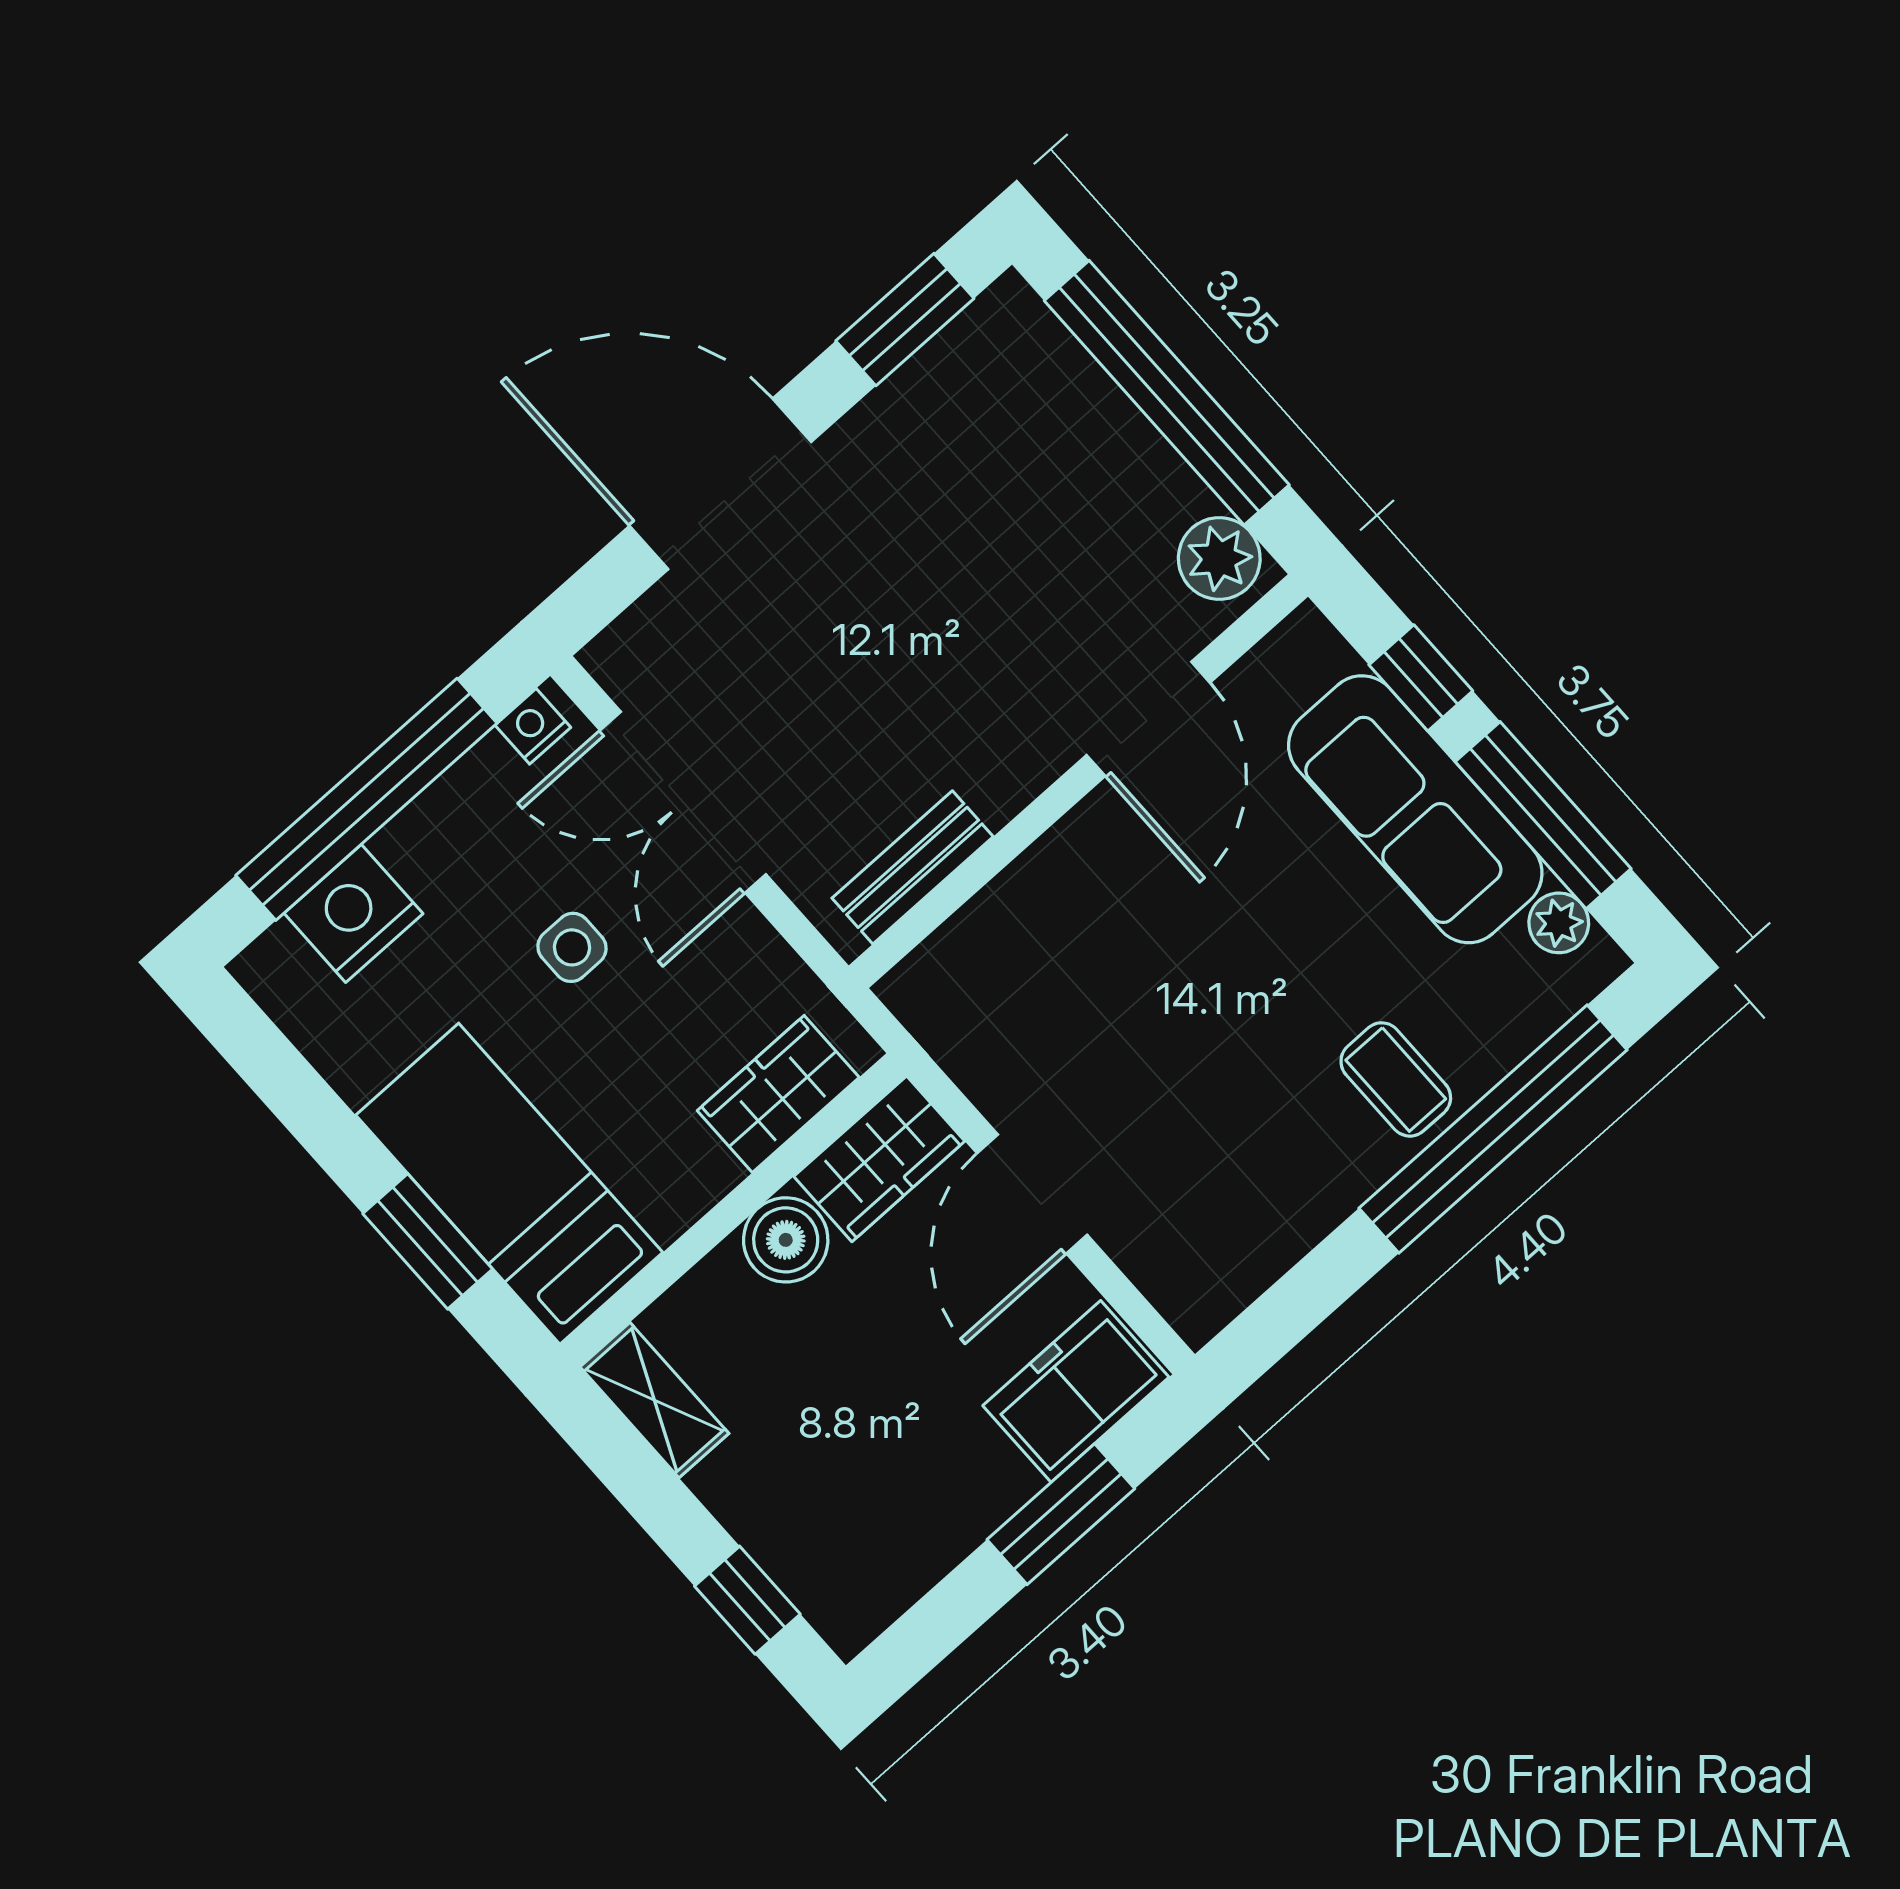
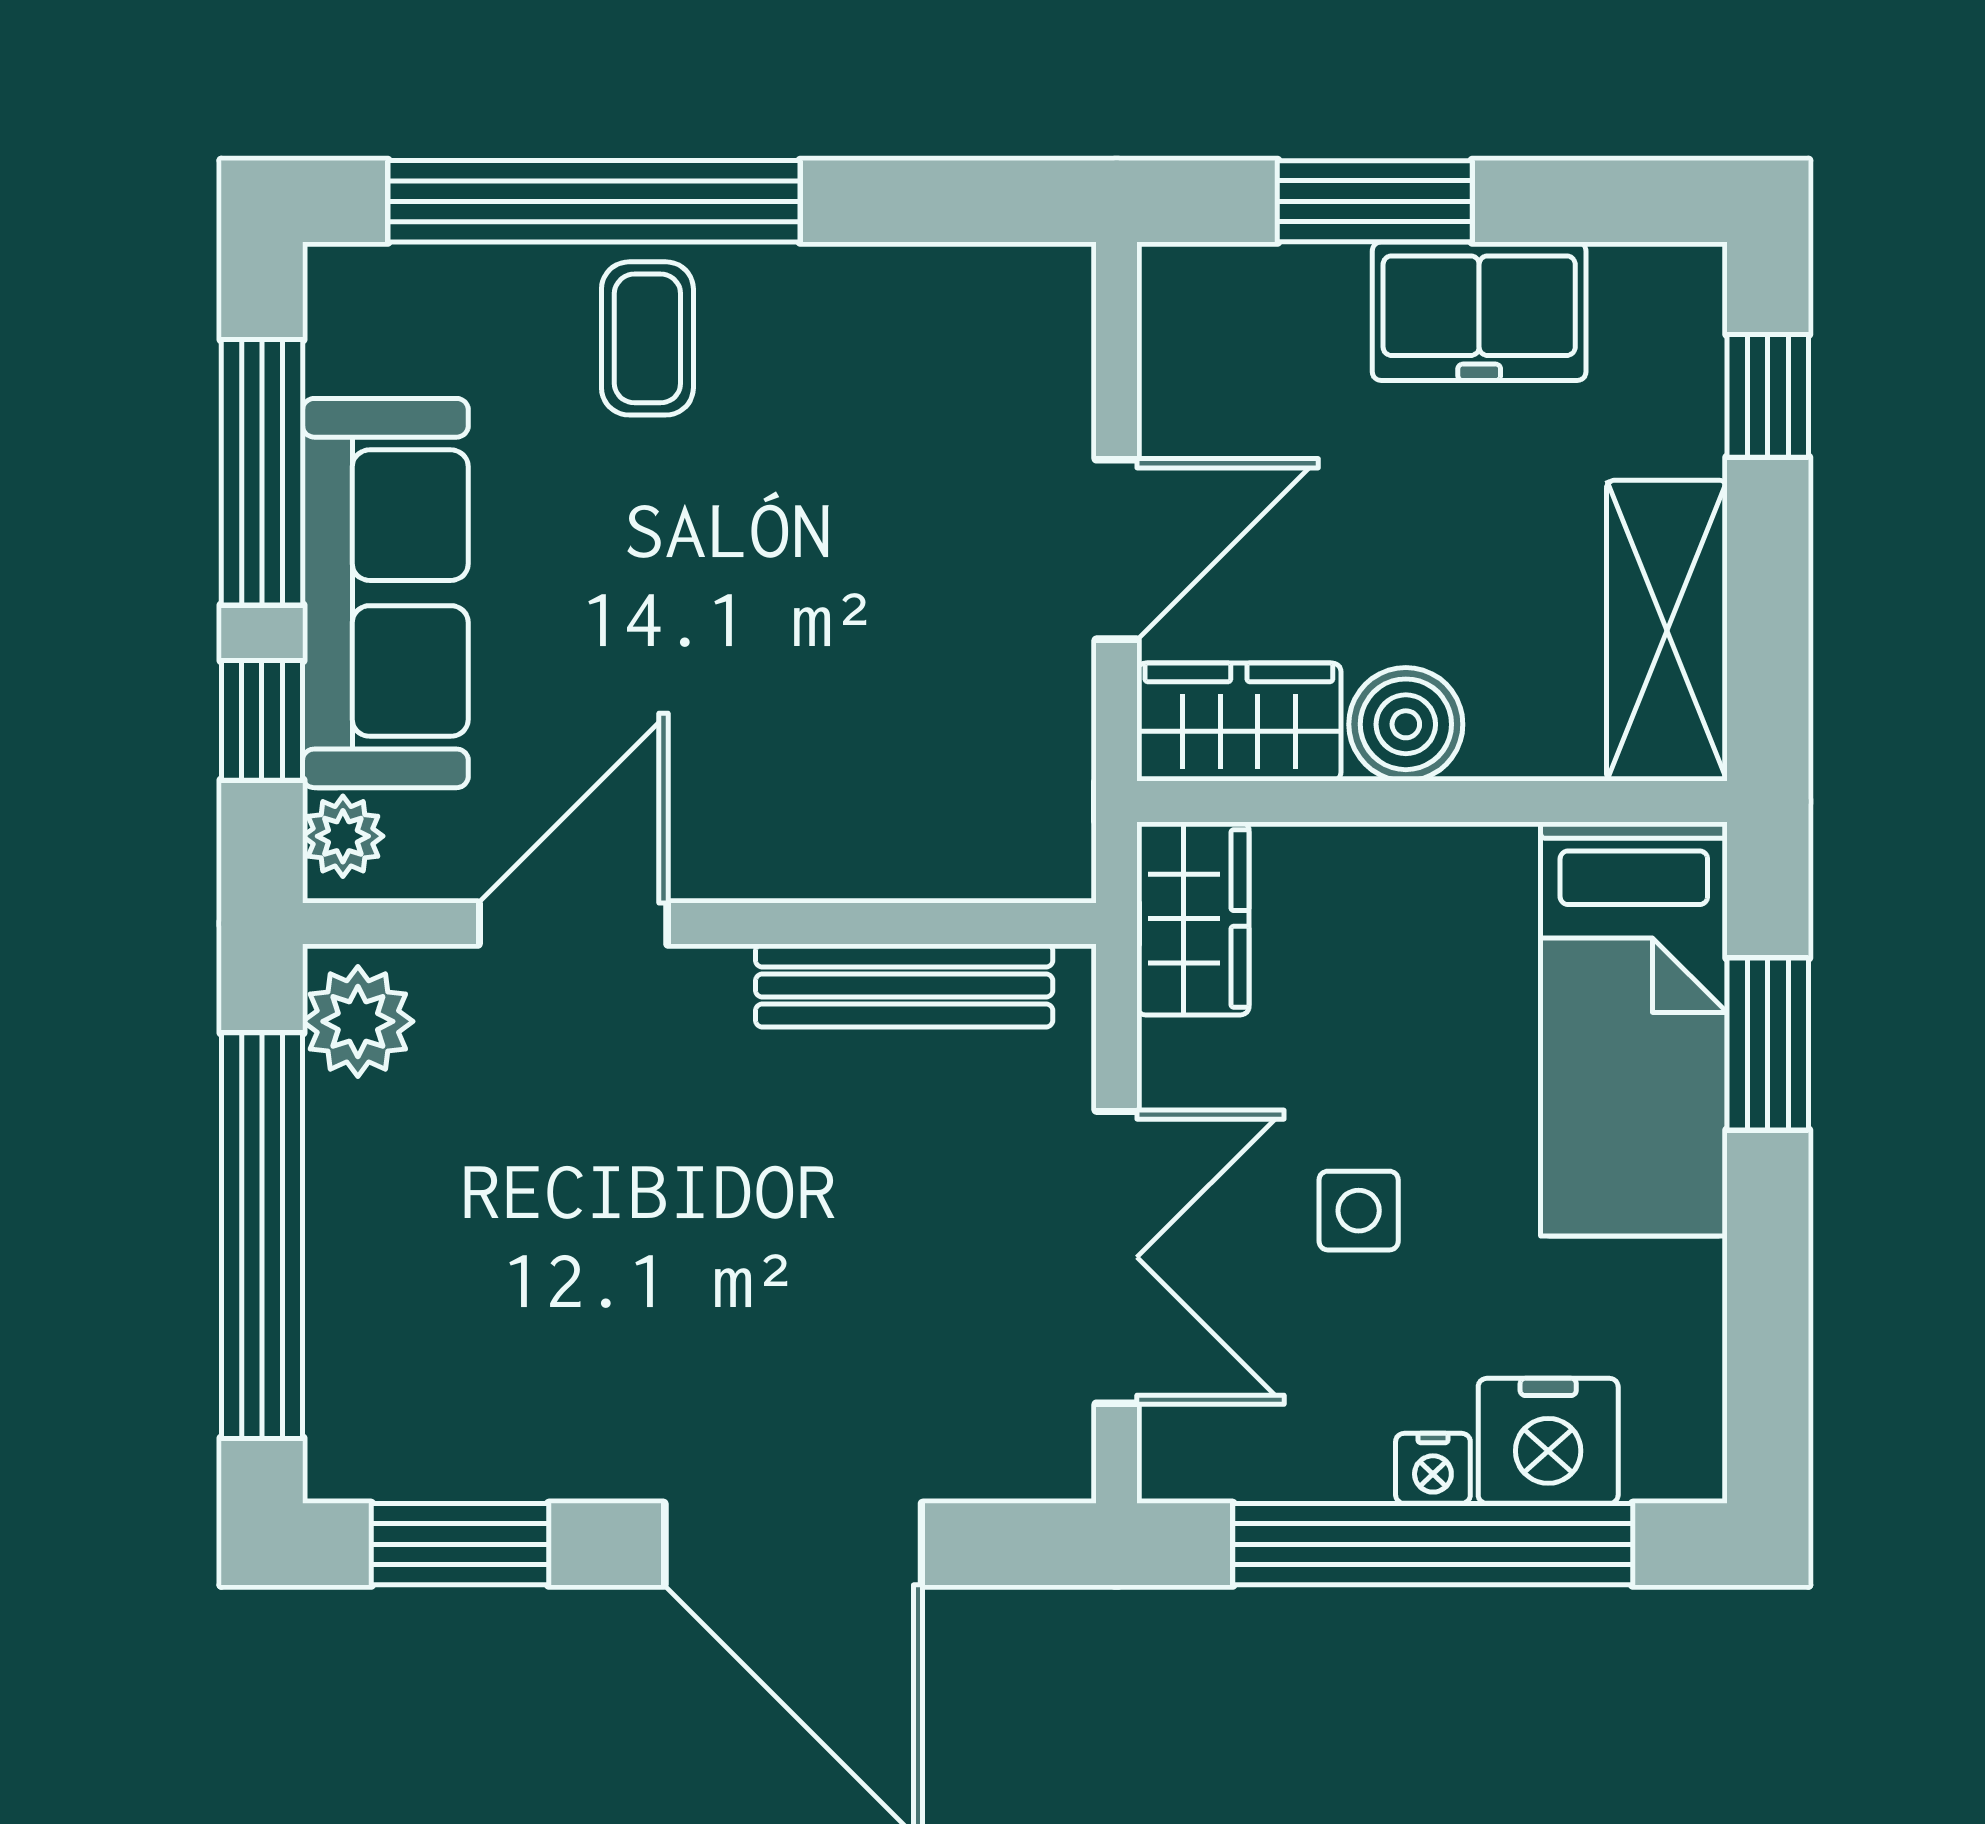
nightstand: (533, 726) -> (1433, 1468), moved
bench: (913, 867) -> (904, 986), width x1.36
plant: (1559, 923) -> (343, 836), moved
wardrobe: (778, 1094) -> (1193, 918), moved, turned -90
freezer: (1076, 1391) -> (1479, 311), moved
shelving: (654, 1400) -> (1667, 631), width x1.50, depth x1.33

